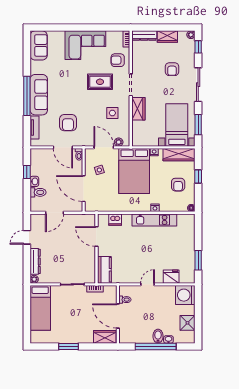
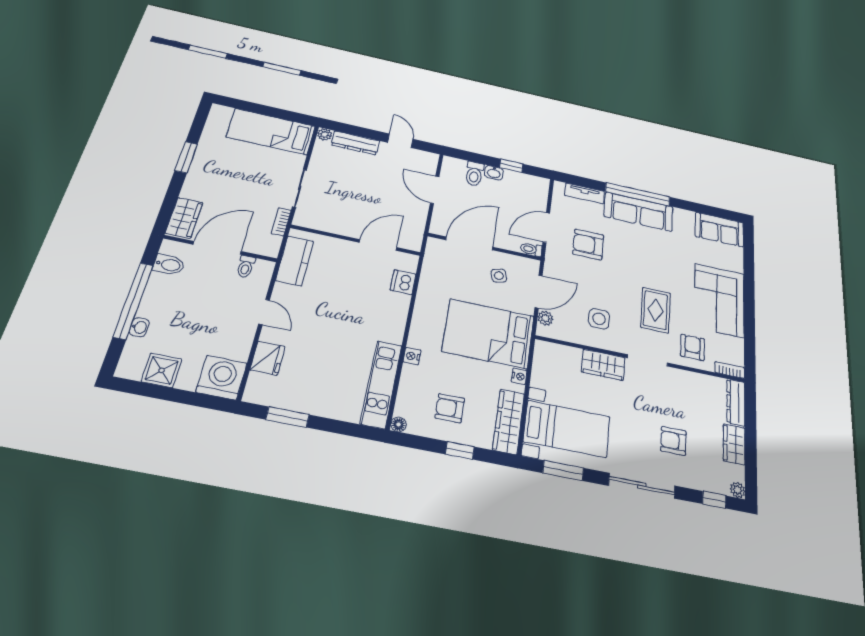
kitchen unit: (154, 220) -> (381, 384), moved
kitchen counter: (104, 270) -> (295, 261), moved, turned -90
bidet: (158, 336) -> (169, 265), moved

